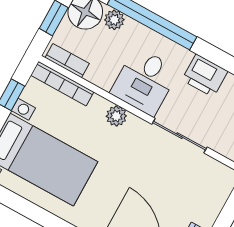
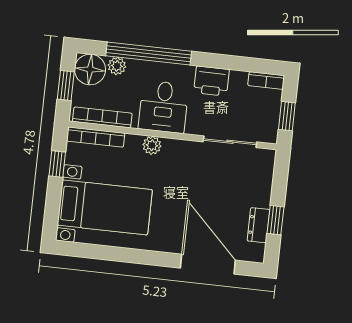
bookcase: (67, 61) -> (102, 117), width x1.56
sliding door: (180, 136) -> (230, 142), moved

